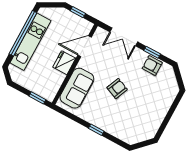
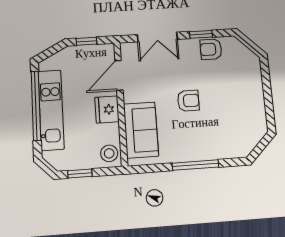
armchair: (117, 89) -> (188, 101), turned 67
stool: (49, 90) -> (109, 153), added
window: (37, 98) -> (80, 174), moved
window: (96, 130) -> (195, 165), width x2.17

